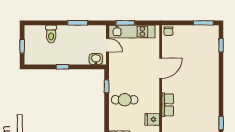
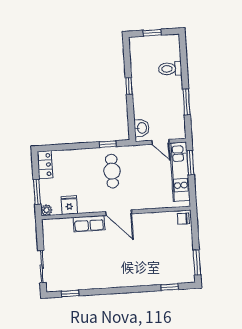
door: (108, 45) -> (160, 142), hinge flipped
door: (161, 68) -> (119, 213), moved
cafe table: (125, 100) -> (112, 171), moved

